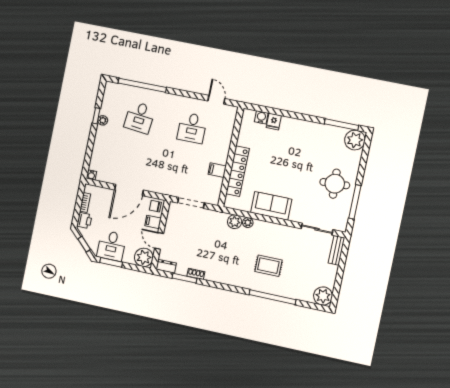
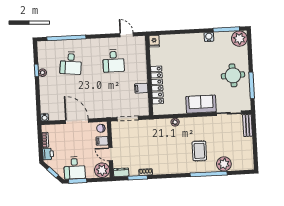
water cooler: (261, 117) -> (209, 37), moved
fridge: (274, 121) -> (154, 41), moved
door: (129, 190) -> (77, 121), swing flipped
sofa: (271, 206) -> (201, 104), moved
plant: (235, 222) -> (165, 124), removed
rug: (268, 266) -> (199, 151), turned 90
plant: (323, 296) -> (224, 164), moved

